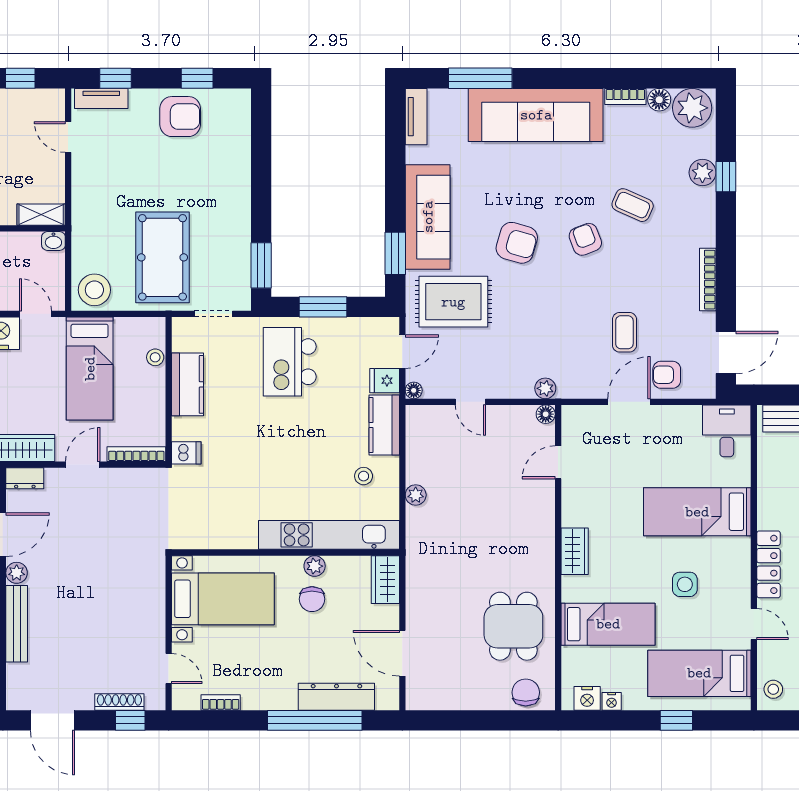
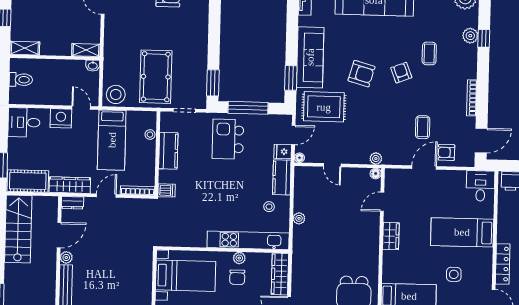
coffee table: (633, 205) -> (429, 53), turned 66
window: (323, 307) -> (248, 108), width x1.44
wardrobe: (575, 551) -> (391, 236), moved
wardrobe: (385, 580) -> (280, 274), width x1.50

